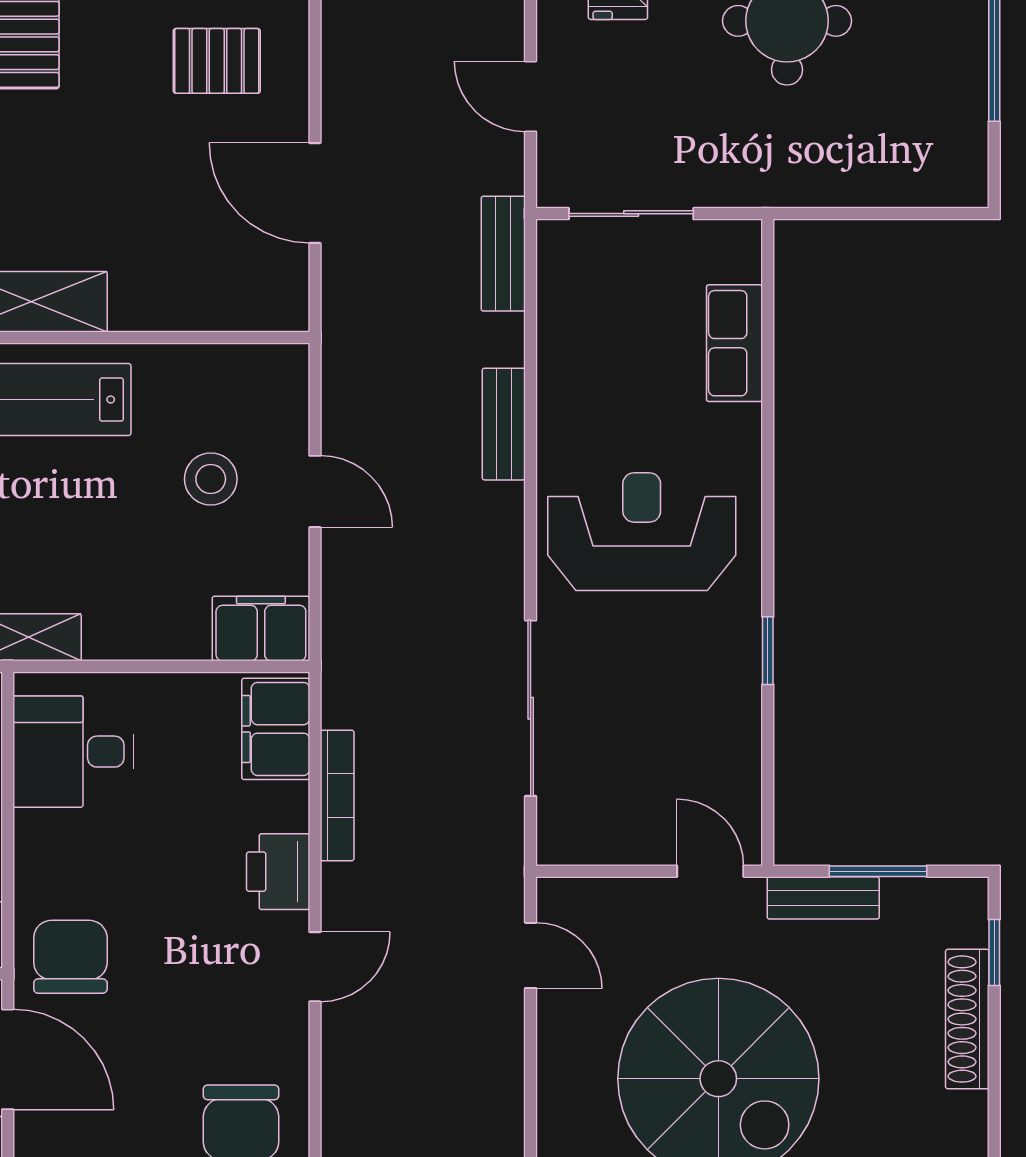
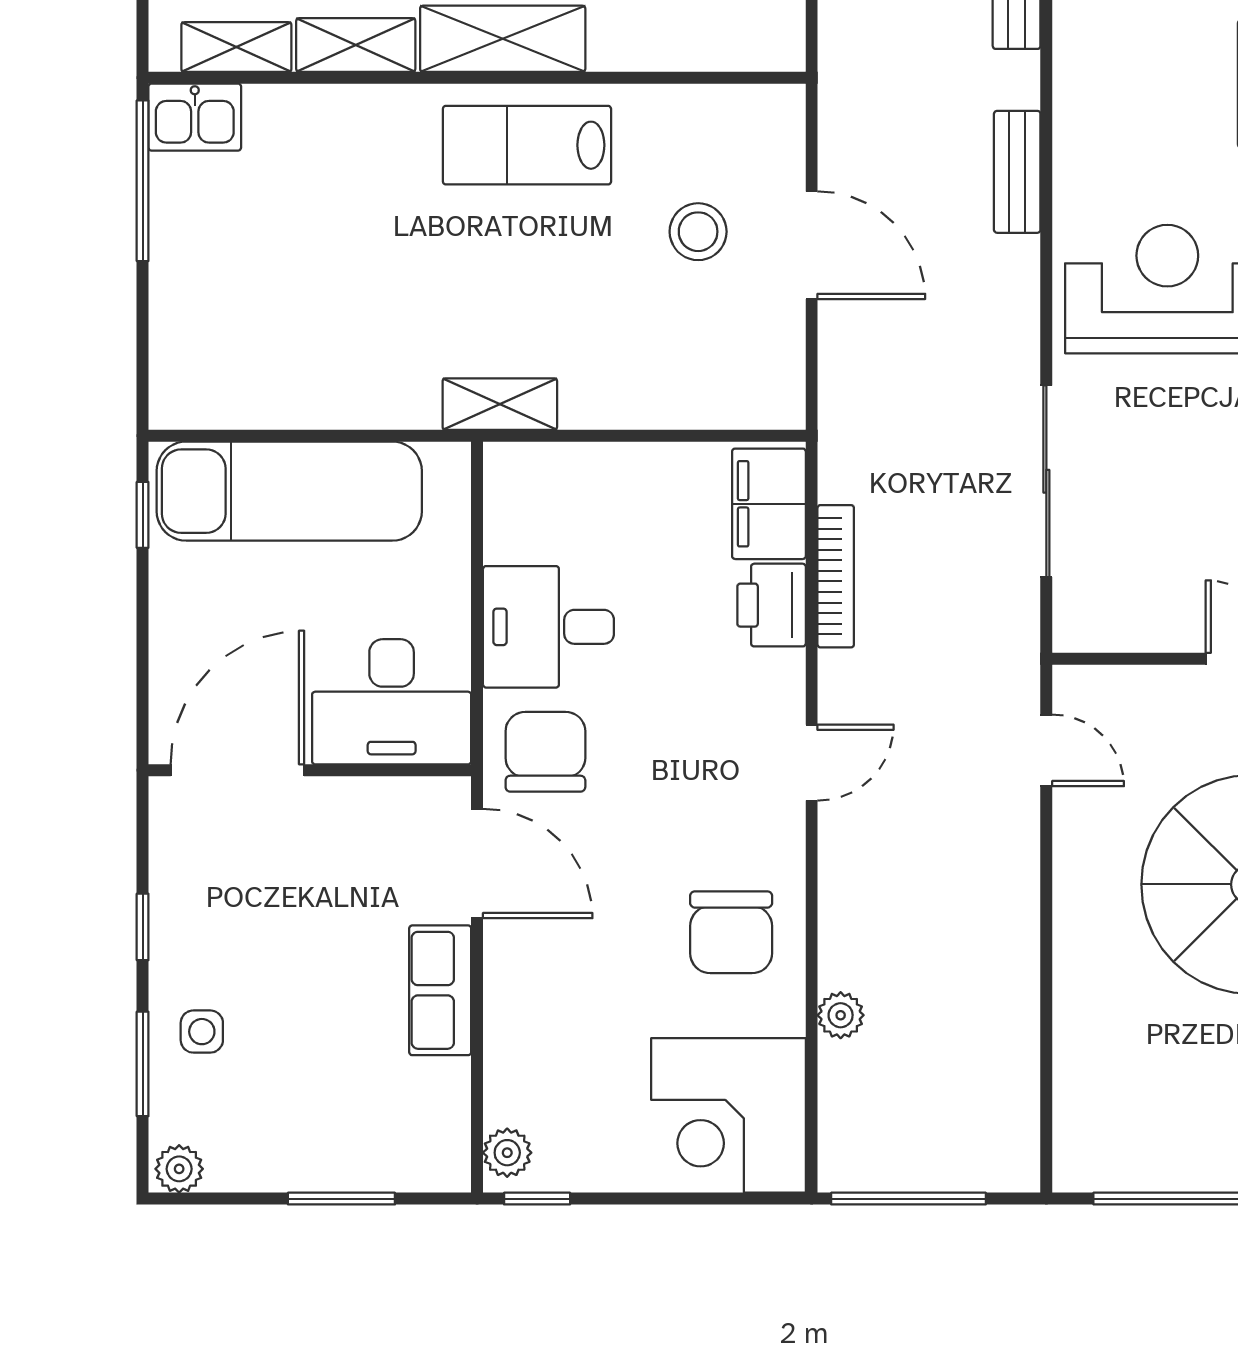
door: (315, 491) -> (812, 245), width x1.38
filing cabinet: (261, 629) -> (753, 394), removed
desk: (73, 752) -> (548, 627), moved
printer: (278, 872) -> (772, 605), moved

